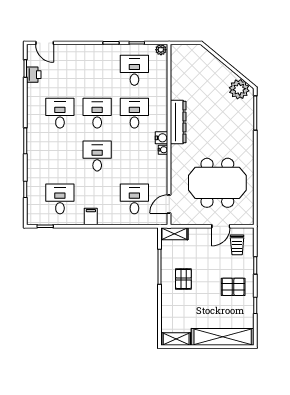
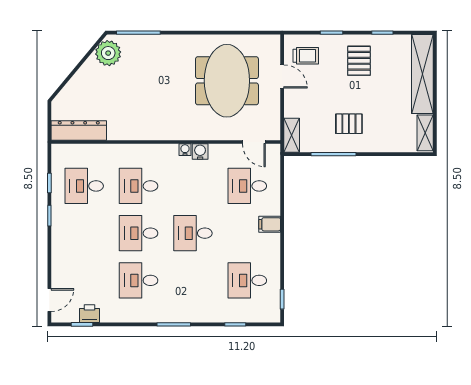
plant: (161, 50) -> (58, 152), removed
dresser: (178, 122) -> (79, 130), moved
water cooler: (162, 138) -> (200, 152), moved
filing cabinet: (91, 217) -> (270, 224), moved

